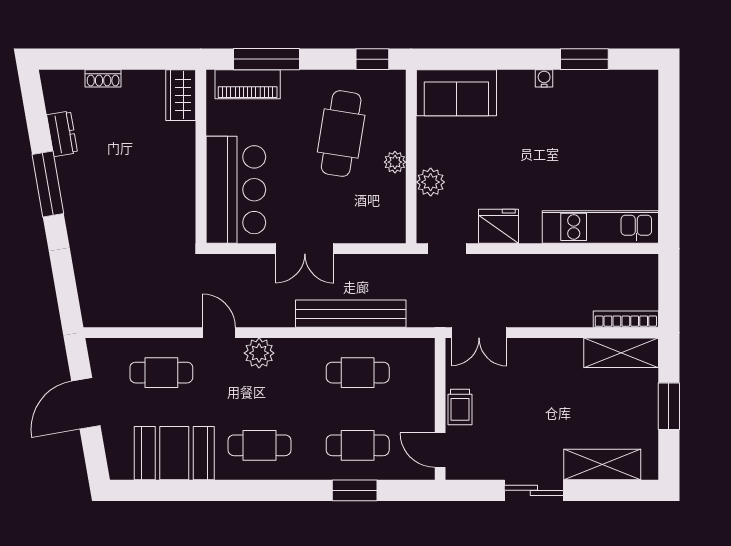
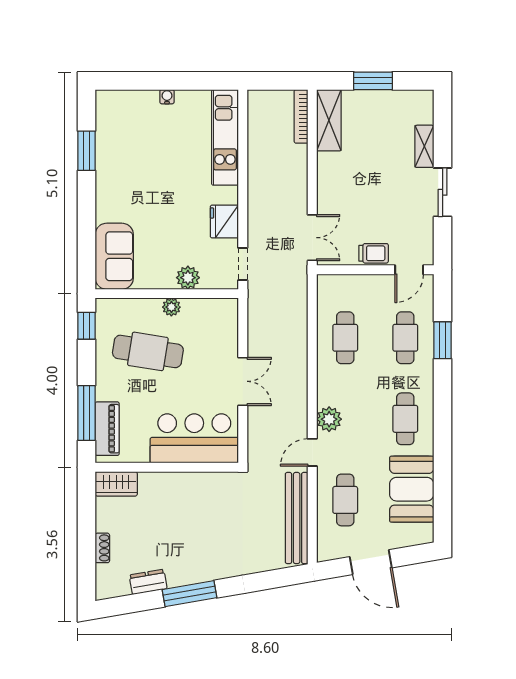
water cooler: (544, 78) -> (167, 97), moved, turned 90
bench: (351, 314) -> (297, 518), moved
shelving: (602, 465) -> (424, 146), width x0.67, depth x0.75

